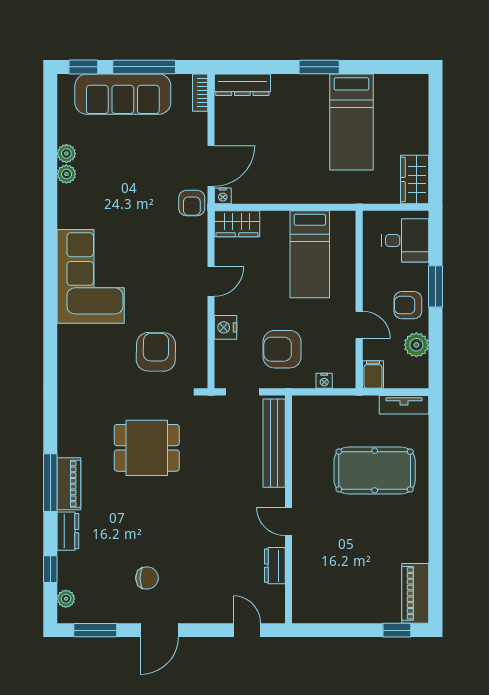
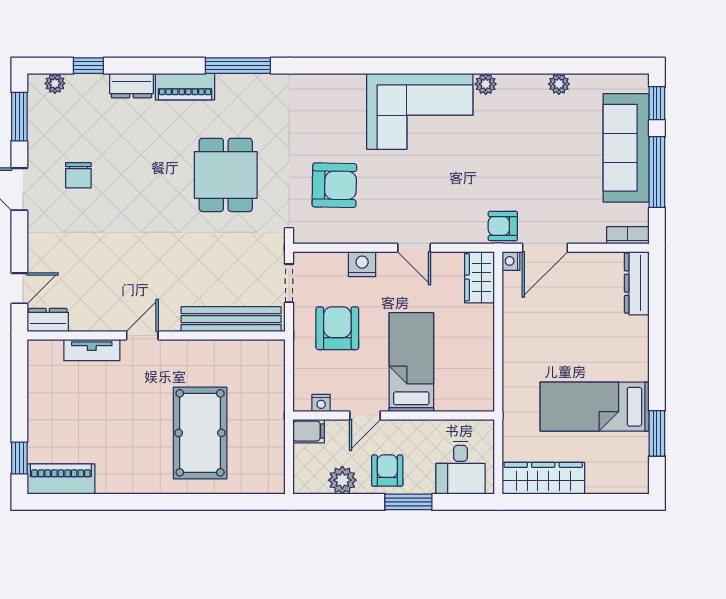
window: (319, 67) -> (657, 433), moved
door: (211, 166) -> (545, 248), hinge flipped
plant: (66, 174) -> (486, 84), moved
wardrobe: (415, 179) -> (543, 478), width x1.50
bed: (310, 254) -> (411, 362), moved, turned 90
nightstand: (324, 381) -> (321, 403), moved, turned -90
tv unit: (404, 405) -> (92, 350), moved, turned -90
window: (50, 483) -> (238, 66), moved
dresser: (275, 566) -> (48, 320), moved

